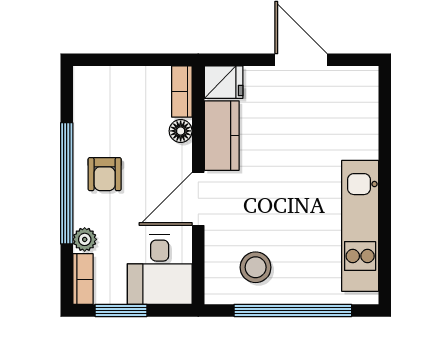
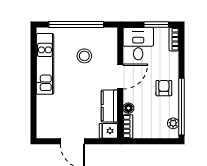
window: (67, 183) -> (181, 107), moved
plant: (85, 239) -> (173, 123), moved
stool: (256, 267) -> (84, 56), moved

